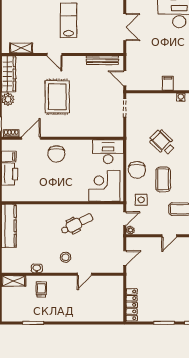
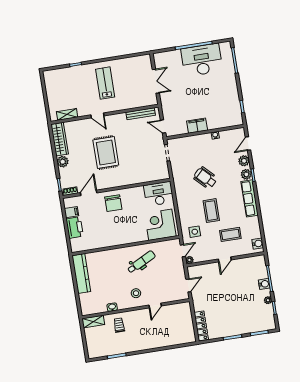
filing cabinet: (168, 83) -> (197, 126), width x2.00
chair: (137, 170) -> (187, 206), removed

